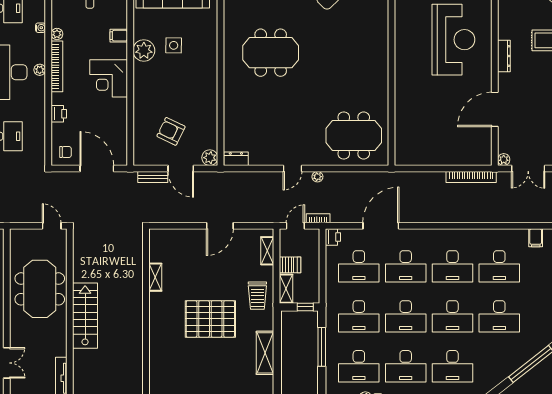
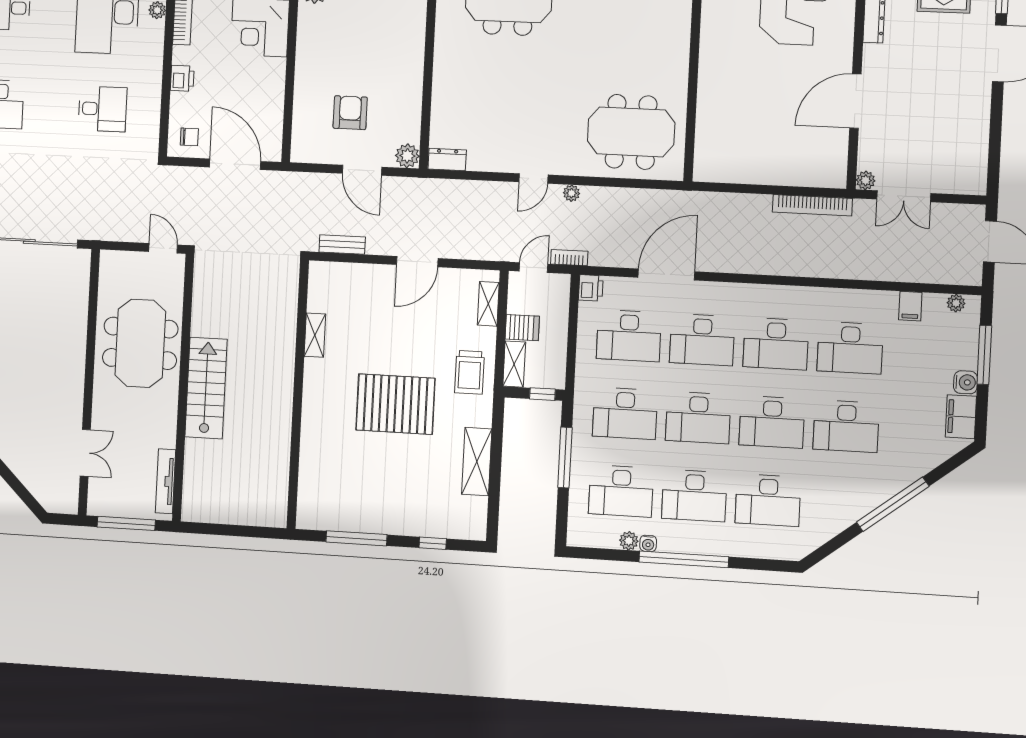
armchair: (171, 131) -> (350, 113), turned 64
bench: (153, 177) -> (342, 244), moved

